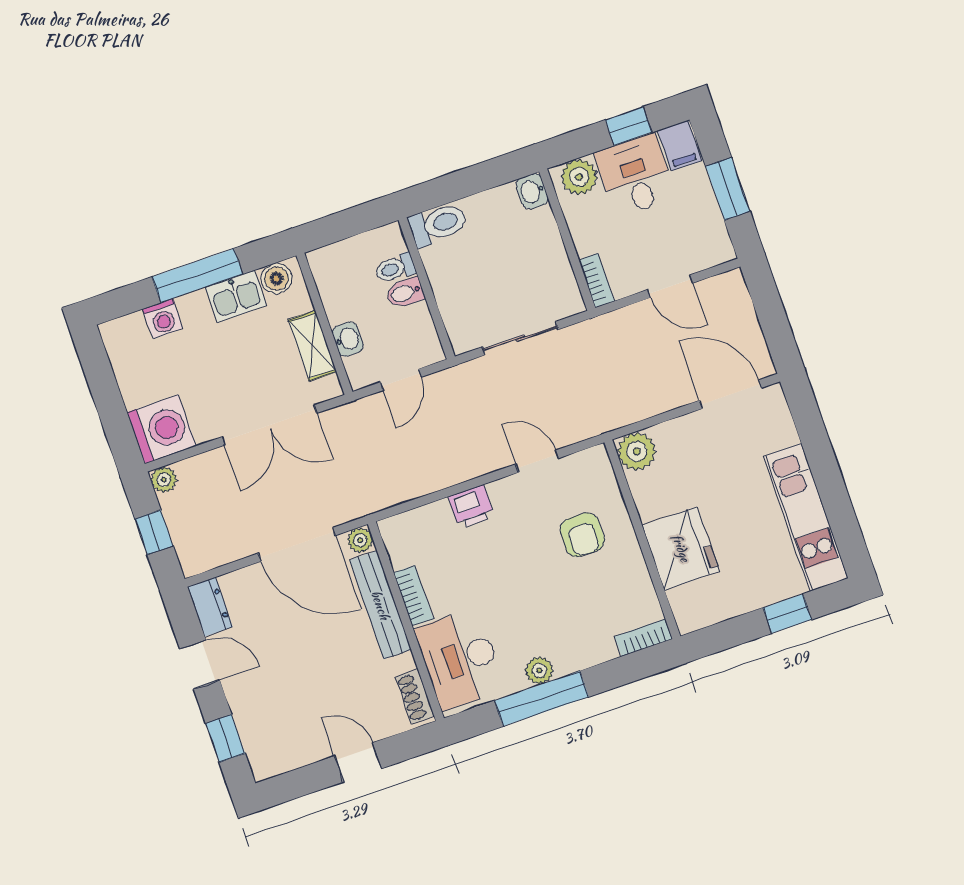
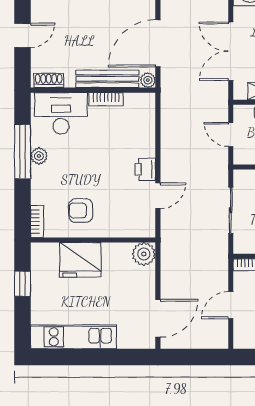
printer: (471, 506) -> (145, 169), moved
armchair: (582, 535) -> (81, 211), moved
window: (787, 614) -> (23, 284), moved

